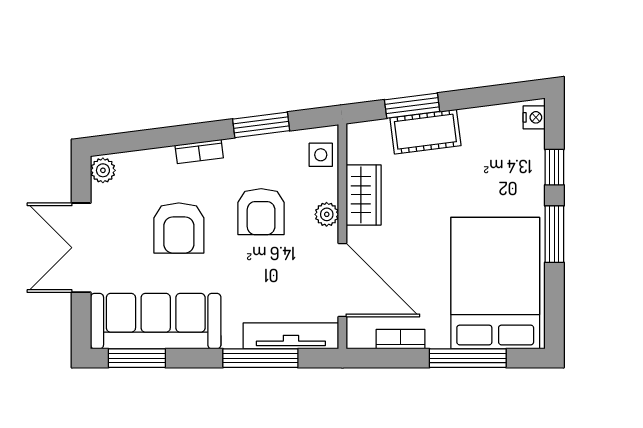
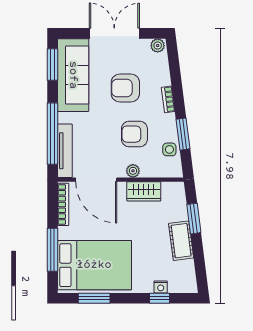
nightstand: (534, 117) -> (161, 287), moved
cot: (425, 132) -> (181, 241), moved
side table: (321, 155) -> (169, 149), moved
window: (554, 234) -> (94, 298), moved
door: (342, 280) -> (96, 180), hinge flipped
bookcase: (401, 339) -> (63, 204), width x1.56
window: (260, 358) -> (53, 134), width x1.46

